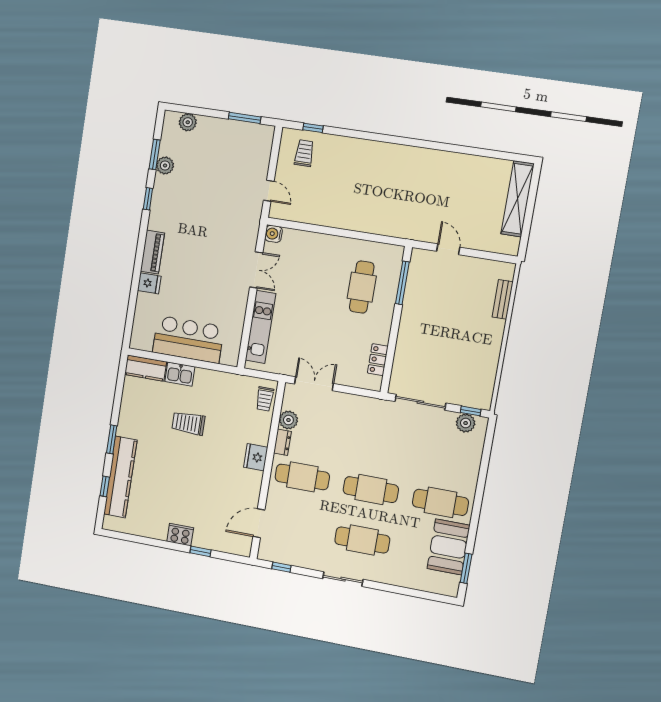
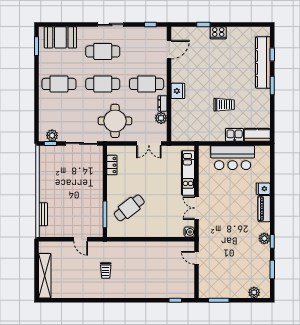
trolley: (304, 153) -> (106, 270), moved
plant: (165, 165) -> (264, 238), moved
cafe table: (362, 287) -> (129, 208), turned 52
trolley: (265, 399) -> (178, 129), removed
round table: (361, 428) -> (115, 121), added
booth: (449, 547) -> (60, 37), moved, turned 90

